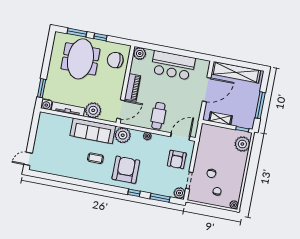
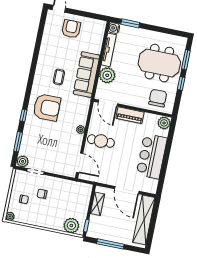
plant: (123, 135) -> (82, 105), removed
armchair: (177, 159) -> (71, 29), moved, turned 90

